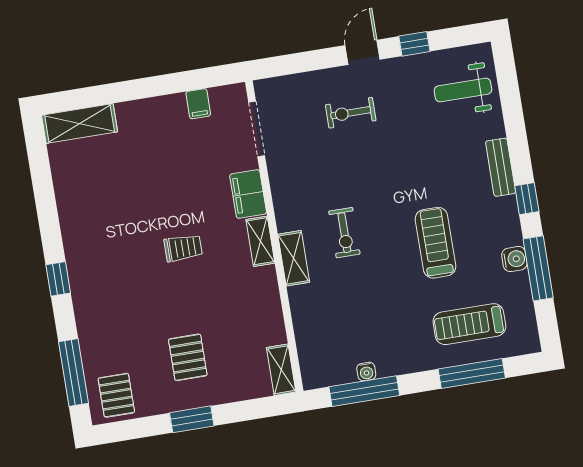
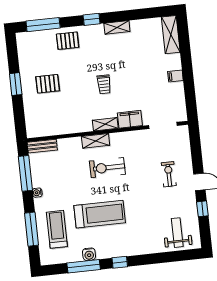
filing cabinet: (198, 104) -> (175, 76), moved
bench: (501, 167) -> (42, 146), moved
exercise bike: (344, 233) -> (107, 168), width x1.38, depth x1.39
treadmill: (436, 243) -> (100, 214), width x1.37, depth x1.38
shelving: (281, 370) -> (117, 27), moved
water cooler: (366, 372) -> (37, 193), moved
pallet: (116, 395) -> (68, 41), moved

